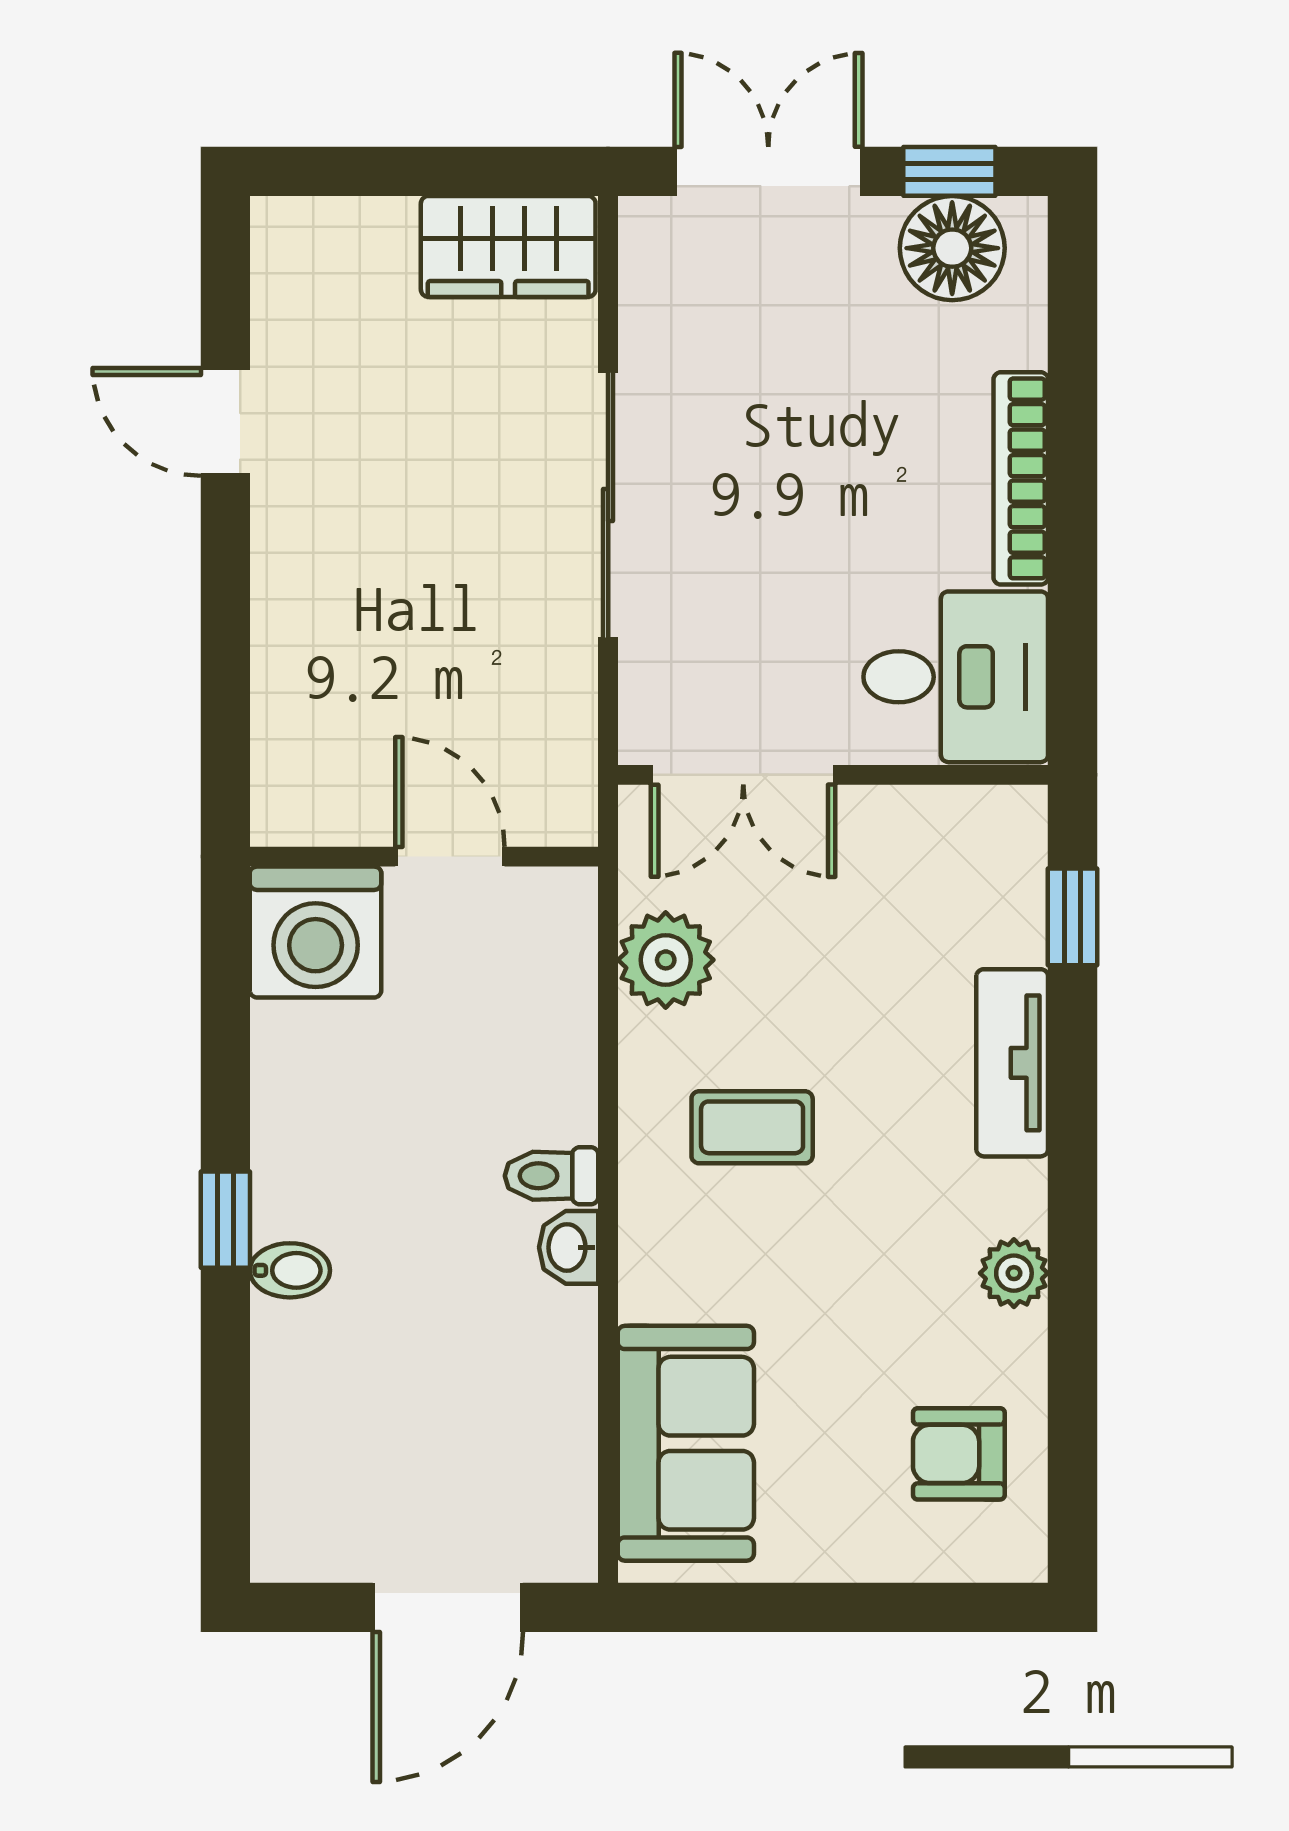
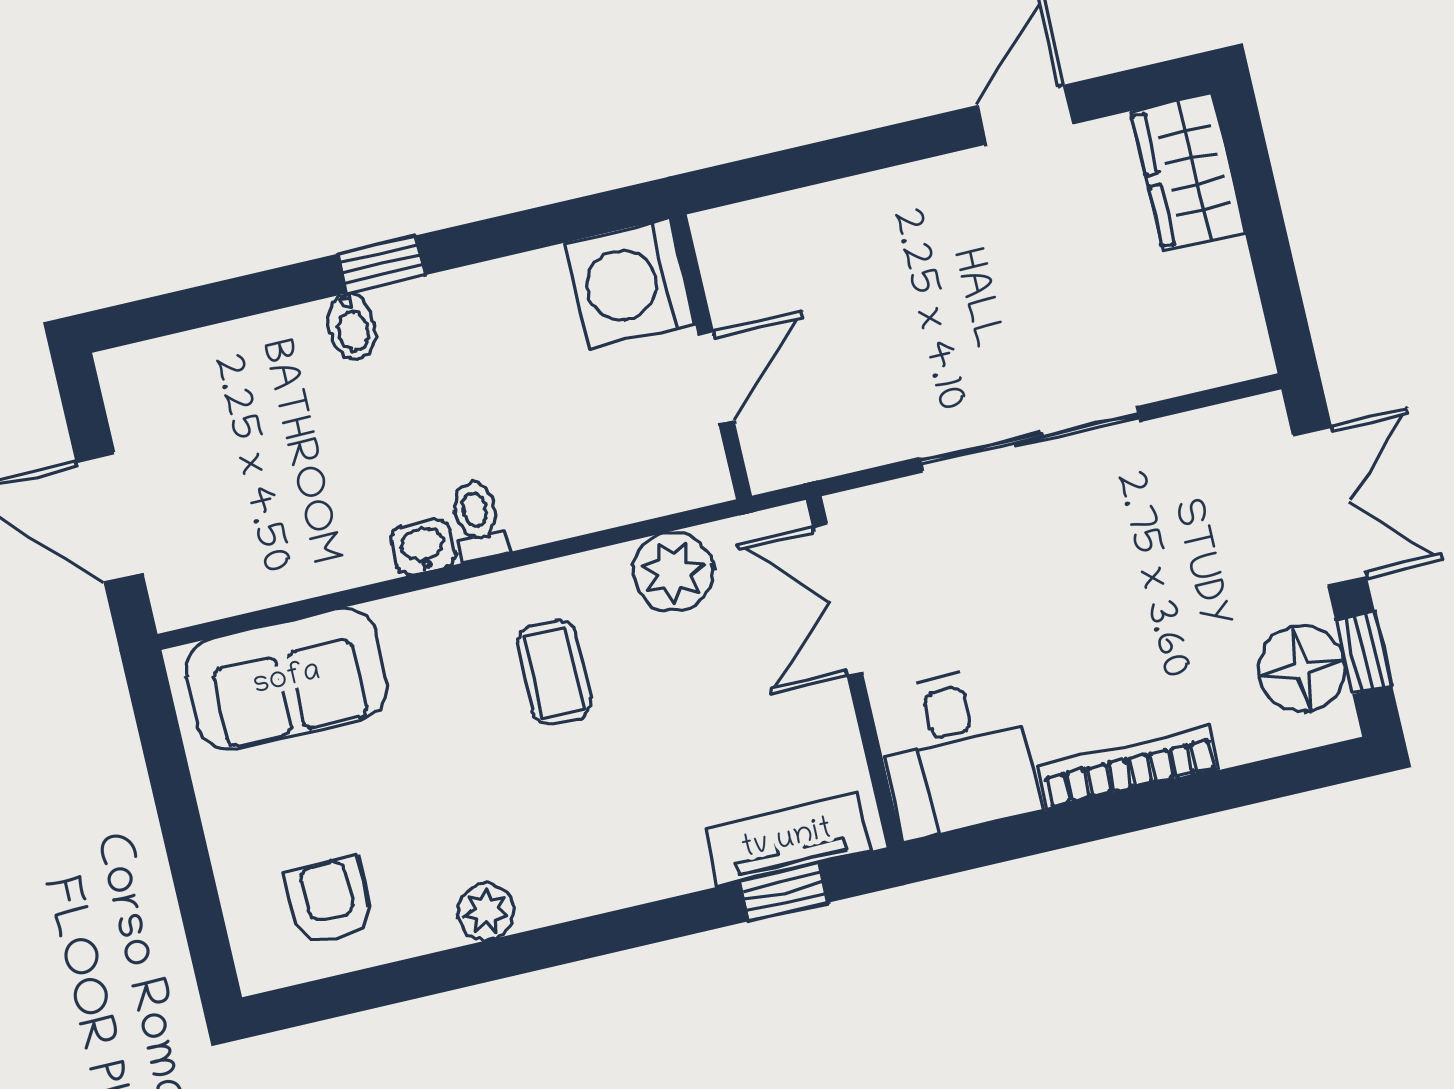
wardrobe: (508, 246) -> (1188, 172), moved
tv unit: (1012, 1063) -> (787, 840), moved

